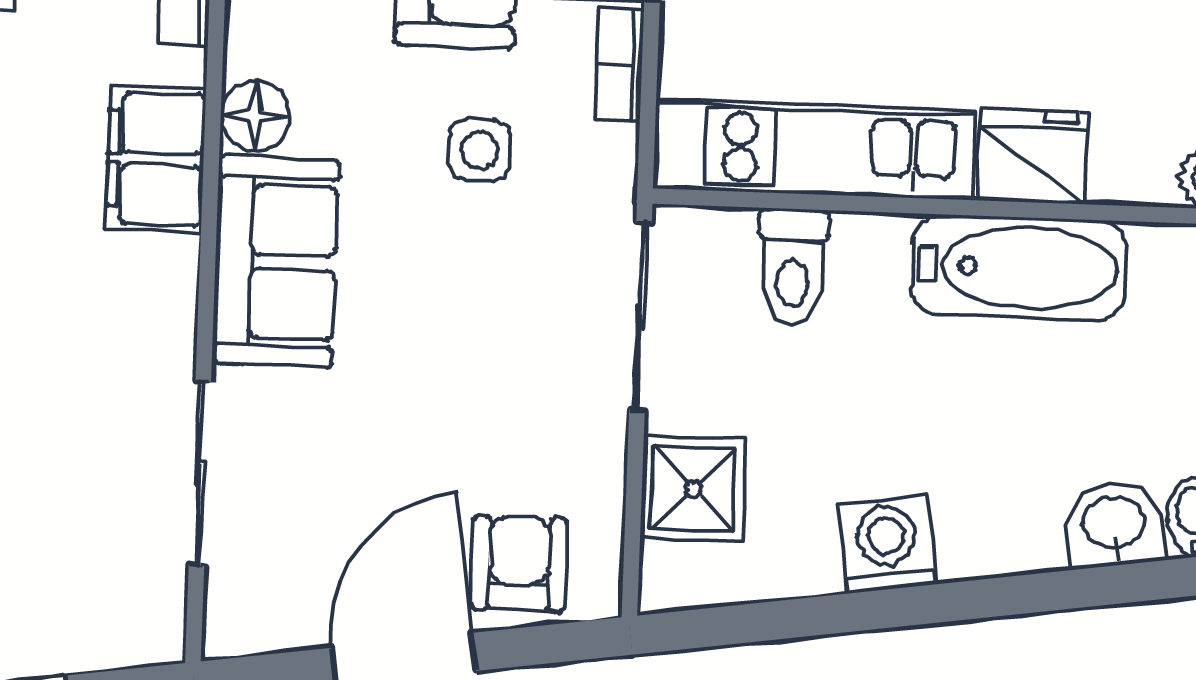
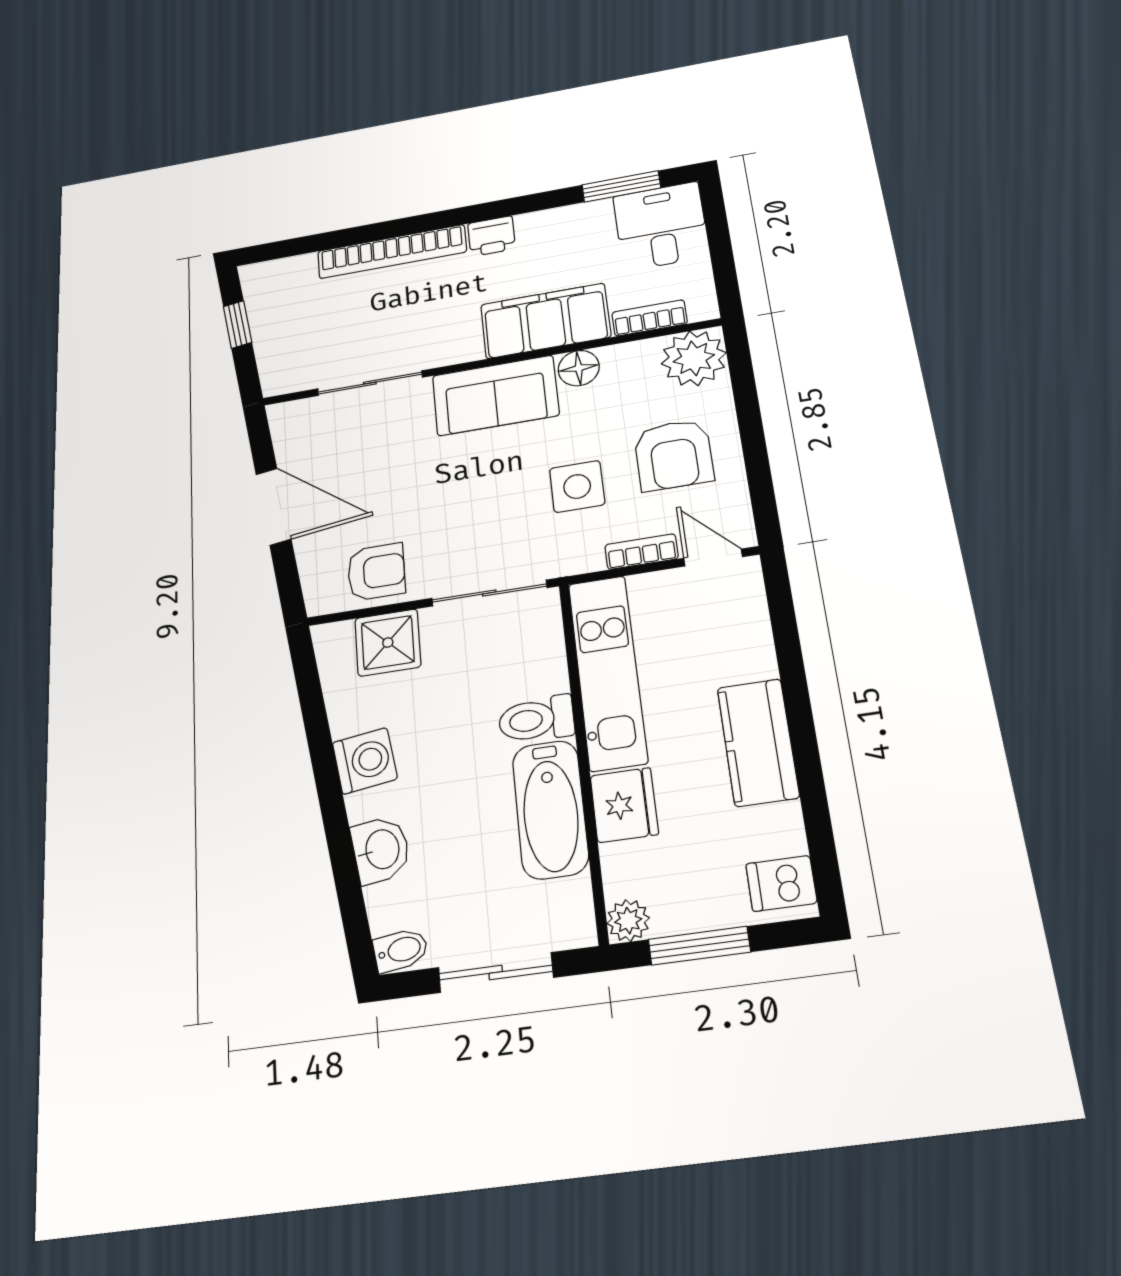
side table: (479, 150) -> (577, 486), width x1.37, depth x1.37
filing cabinet: (156, 159) -> (545, 321), width x1.50, depth x1.17
toilet: (793, 267) -> (536, 719), moved
washbasin: (1114, 524) -> (381, 850), moved
armchair: (519, 564) -> (376, 572), moved

